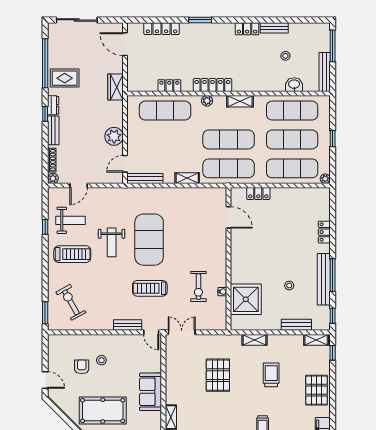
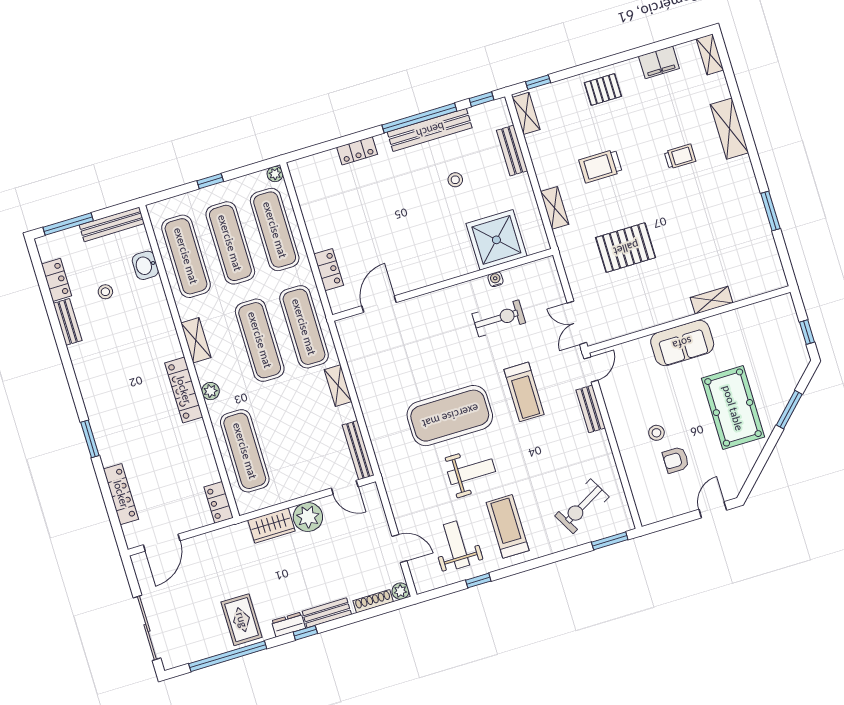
locker: (247, 29) -> (57, 280), moved
locker: (169, 86) -> (219, 502), moved
wardrobe: (115, 87) -> (271, 526), moved
window: (333, 275) -> (419, 118), width x1.46
pallet: (317, 390) -> (603, 90), width x0.67, depth x0.71

